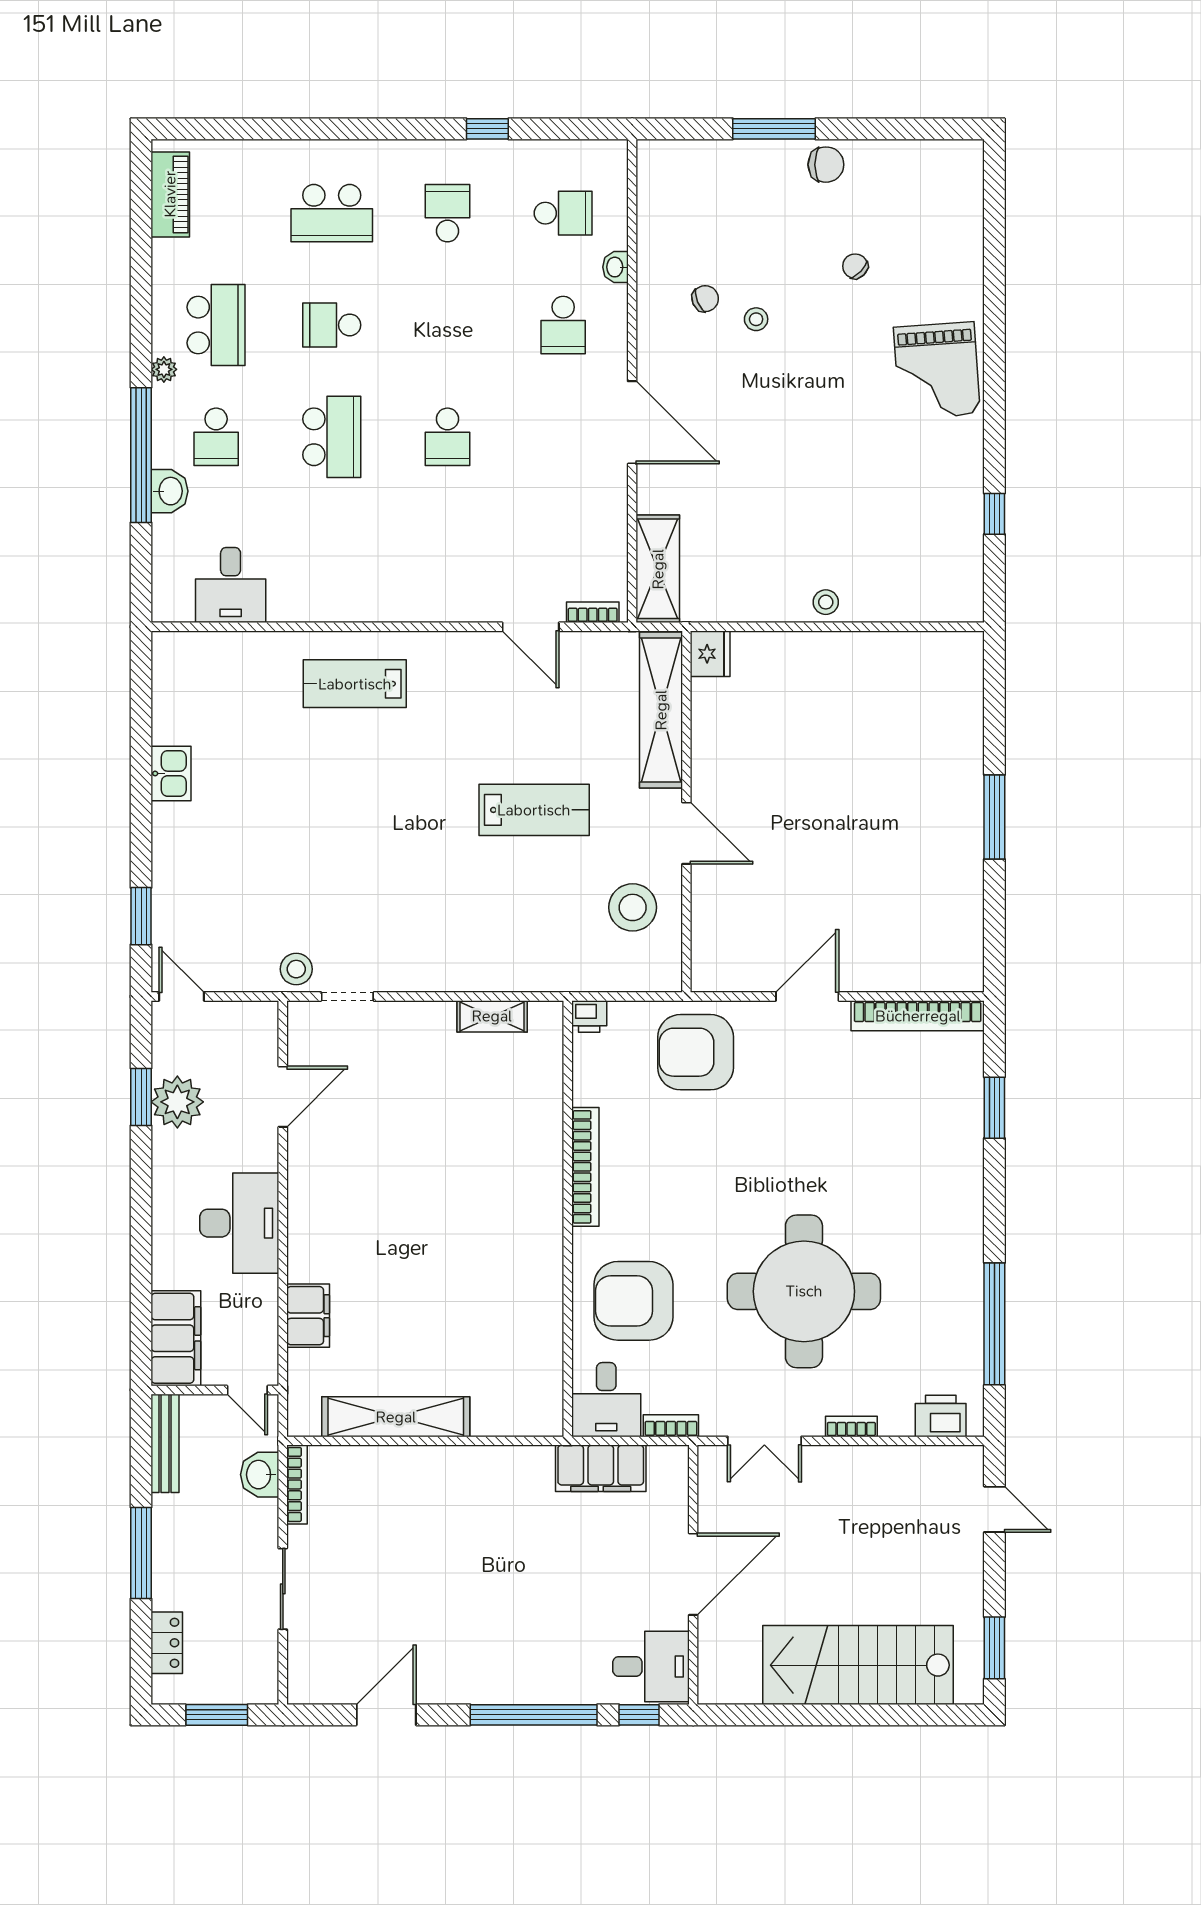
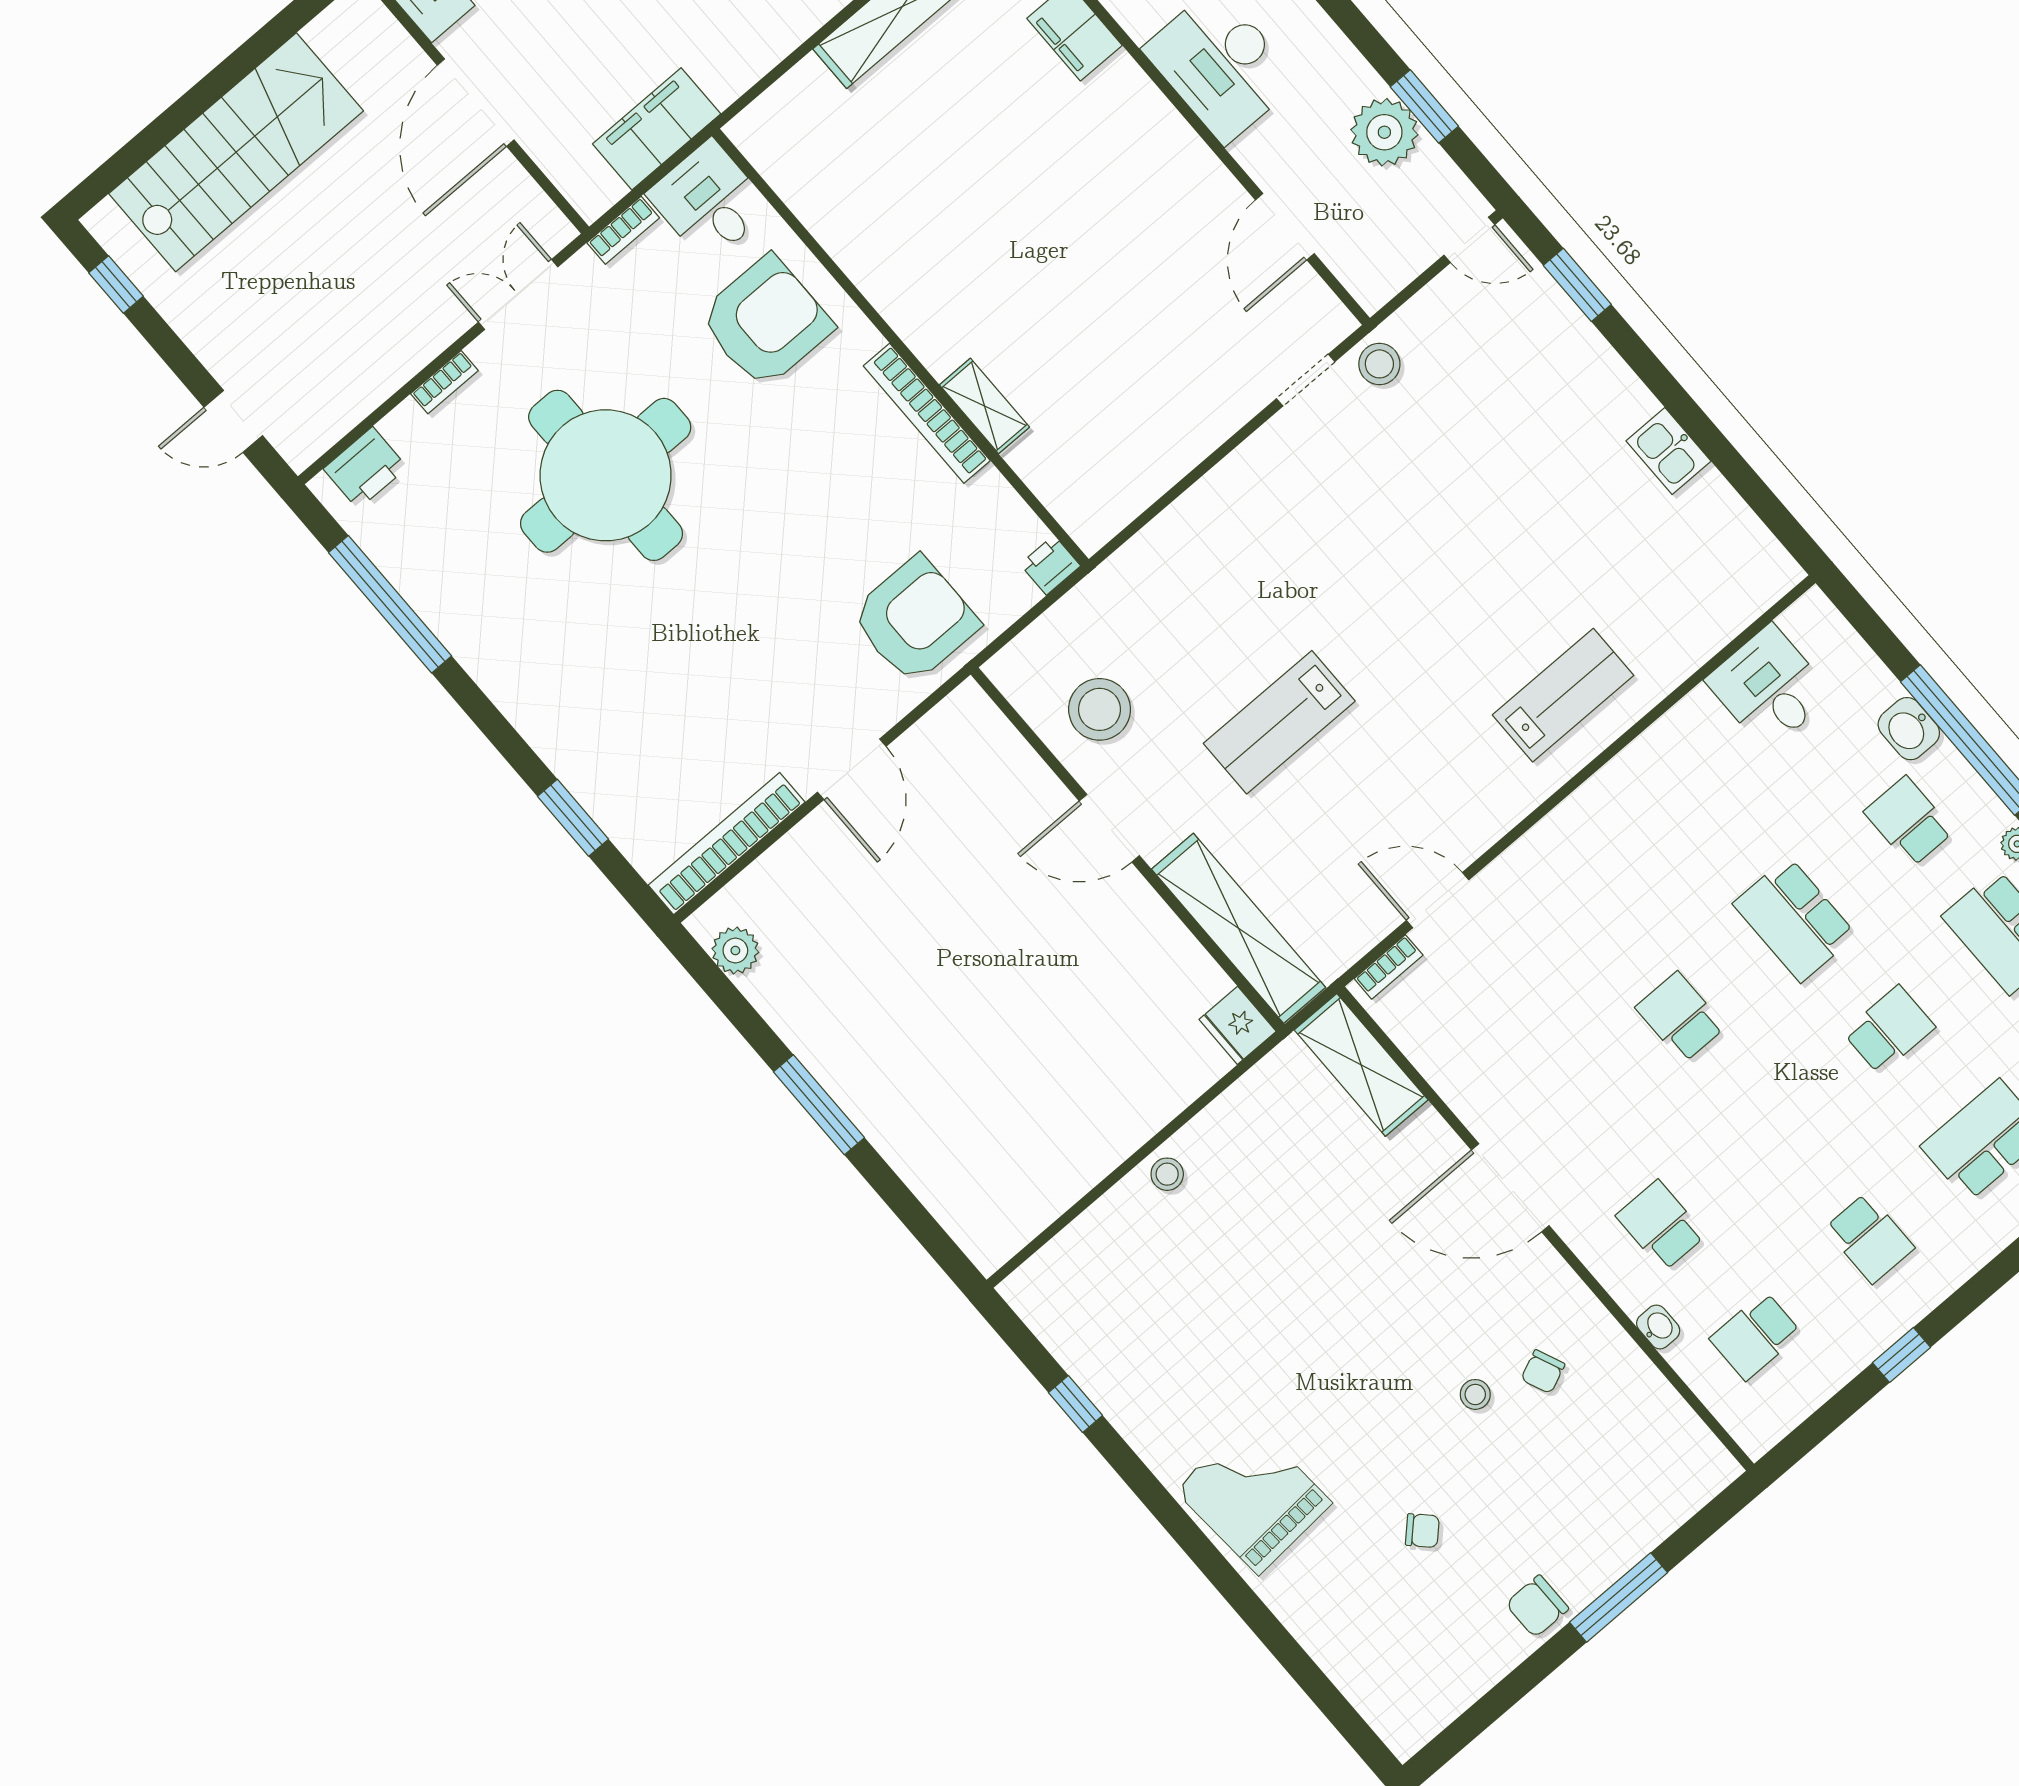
plant: (966, 949) -> (735, 951), added
shelving: (492, 1016) -> (984, 406), moved, turned 90
window: (994, 1648) -> (116, 284), width x0.67

